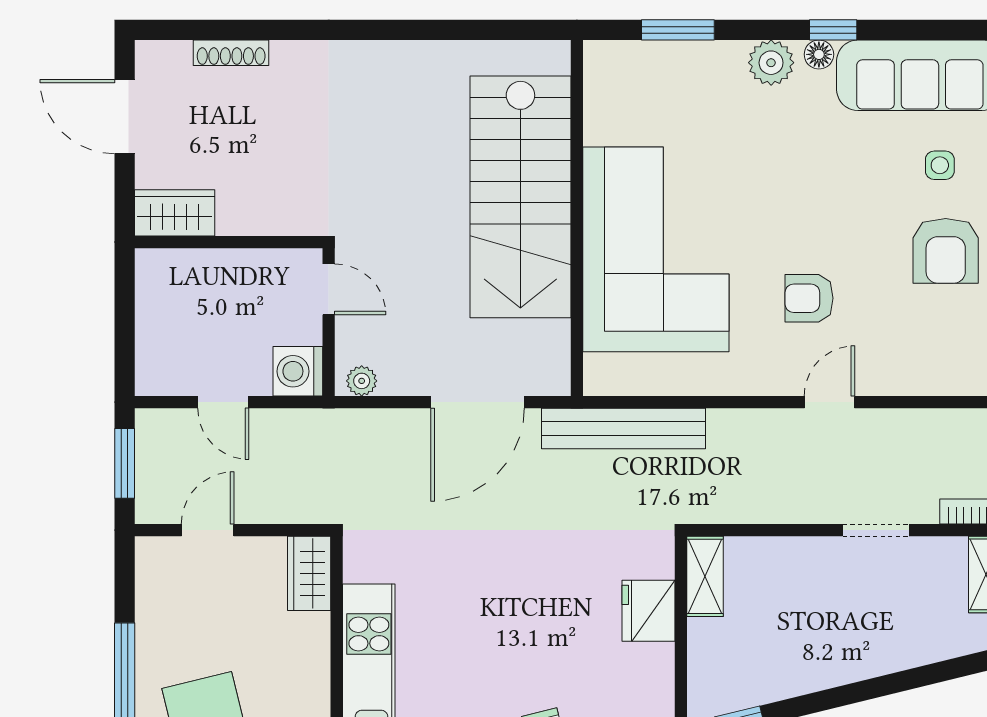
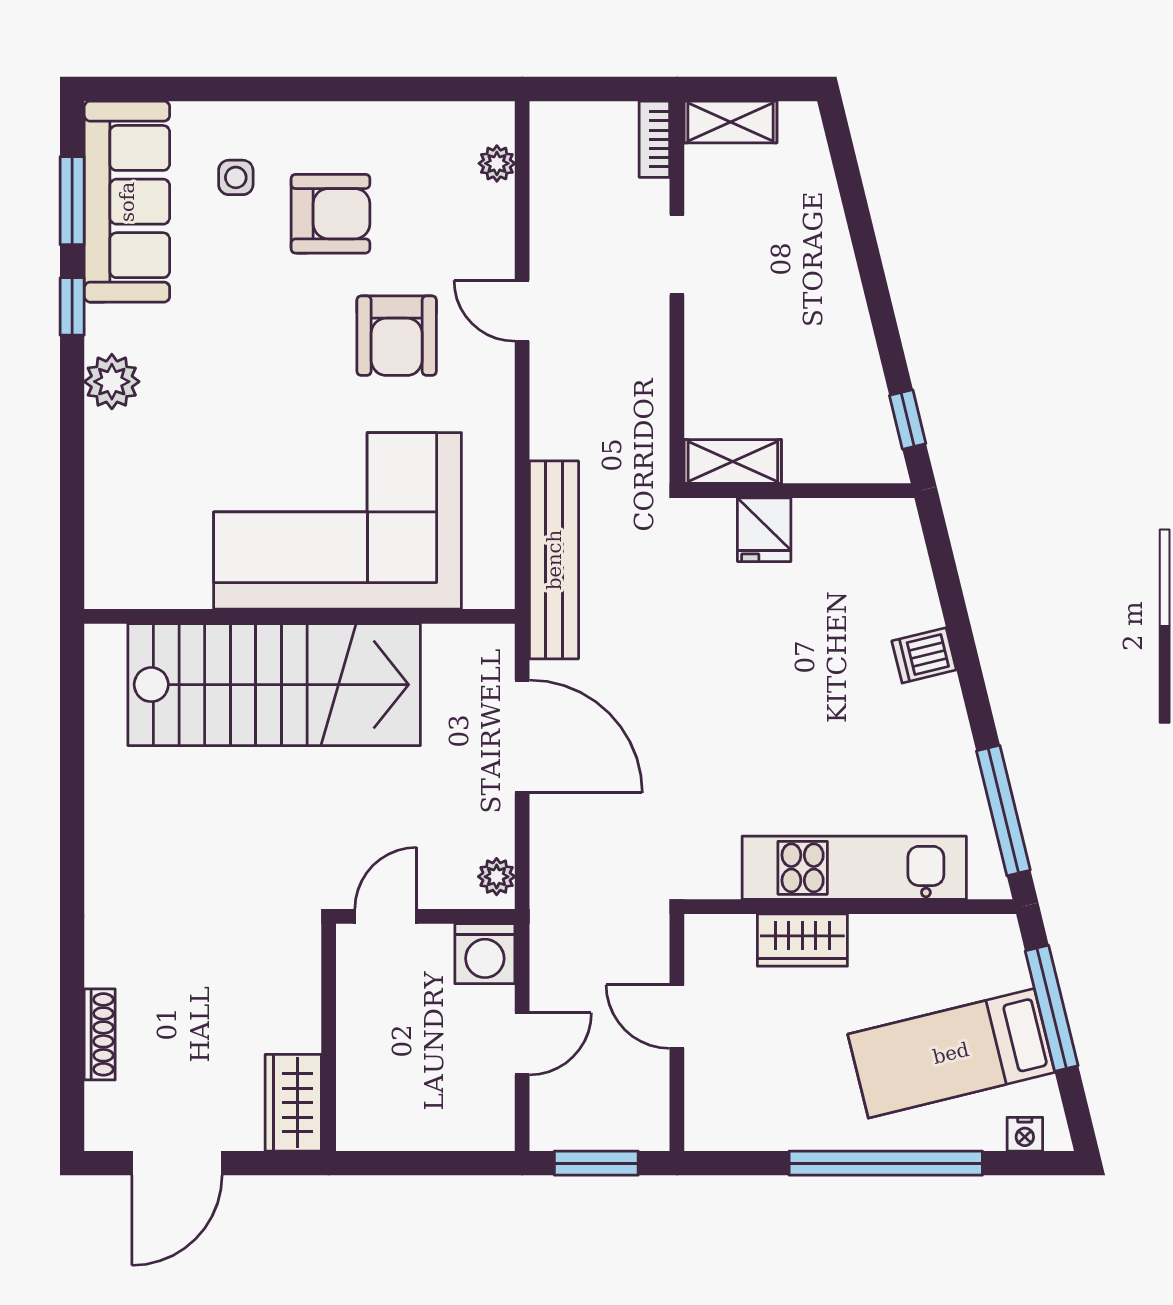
window: (678, 30) -> (72, 201), moved
floor lamp: (819, 54) -> (102, 324), removed
armchair: (946, 251) -> (330, 214), moved
armchair: (809, 298) -> (397, 336), width x1.38, depth x1.38
plant: (951, 381) -> (497, 163), added
door: (208, 530) -> (677, 1017), moved
wardrobe: (309, 573) -> (802, 940), moved
fridge: (649, 611) -> (764, 530), width x0.72

